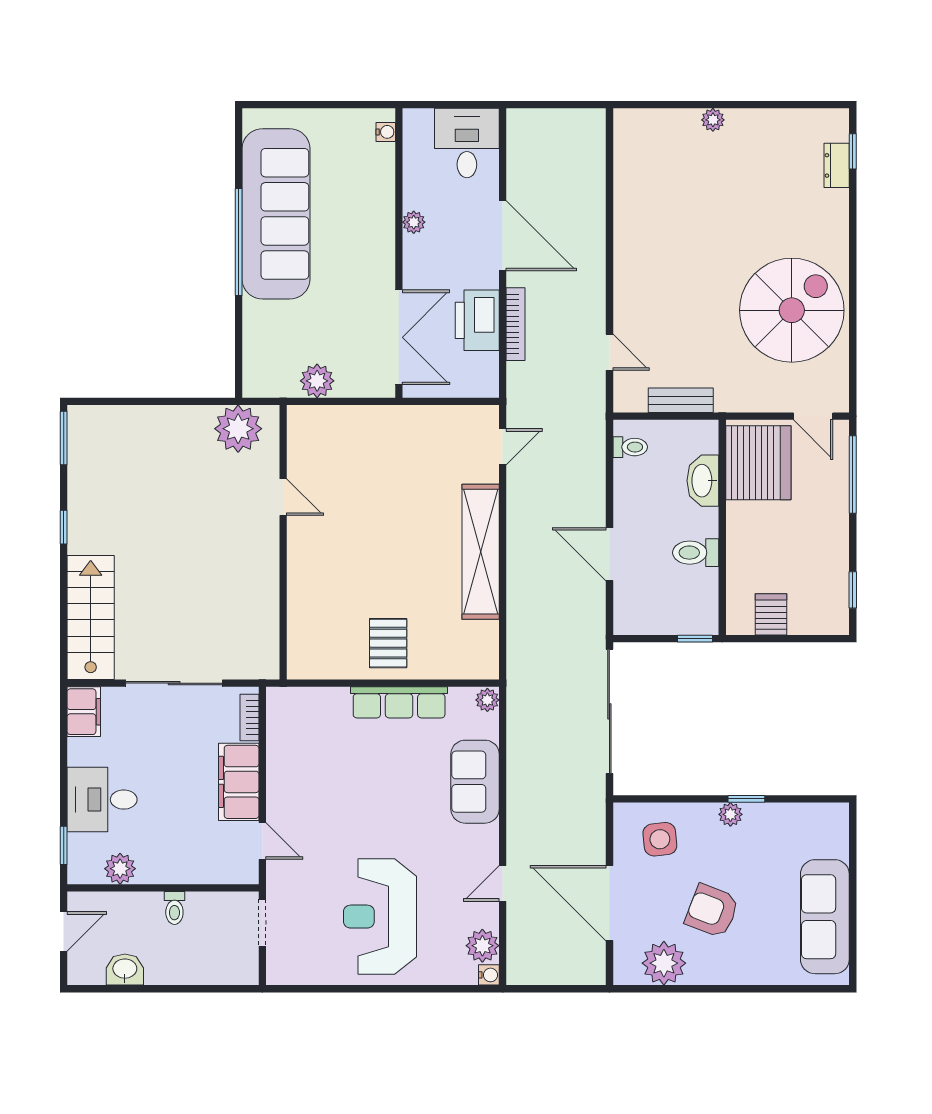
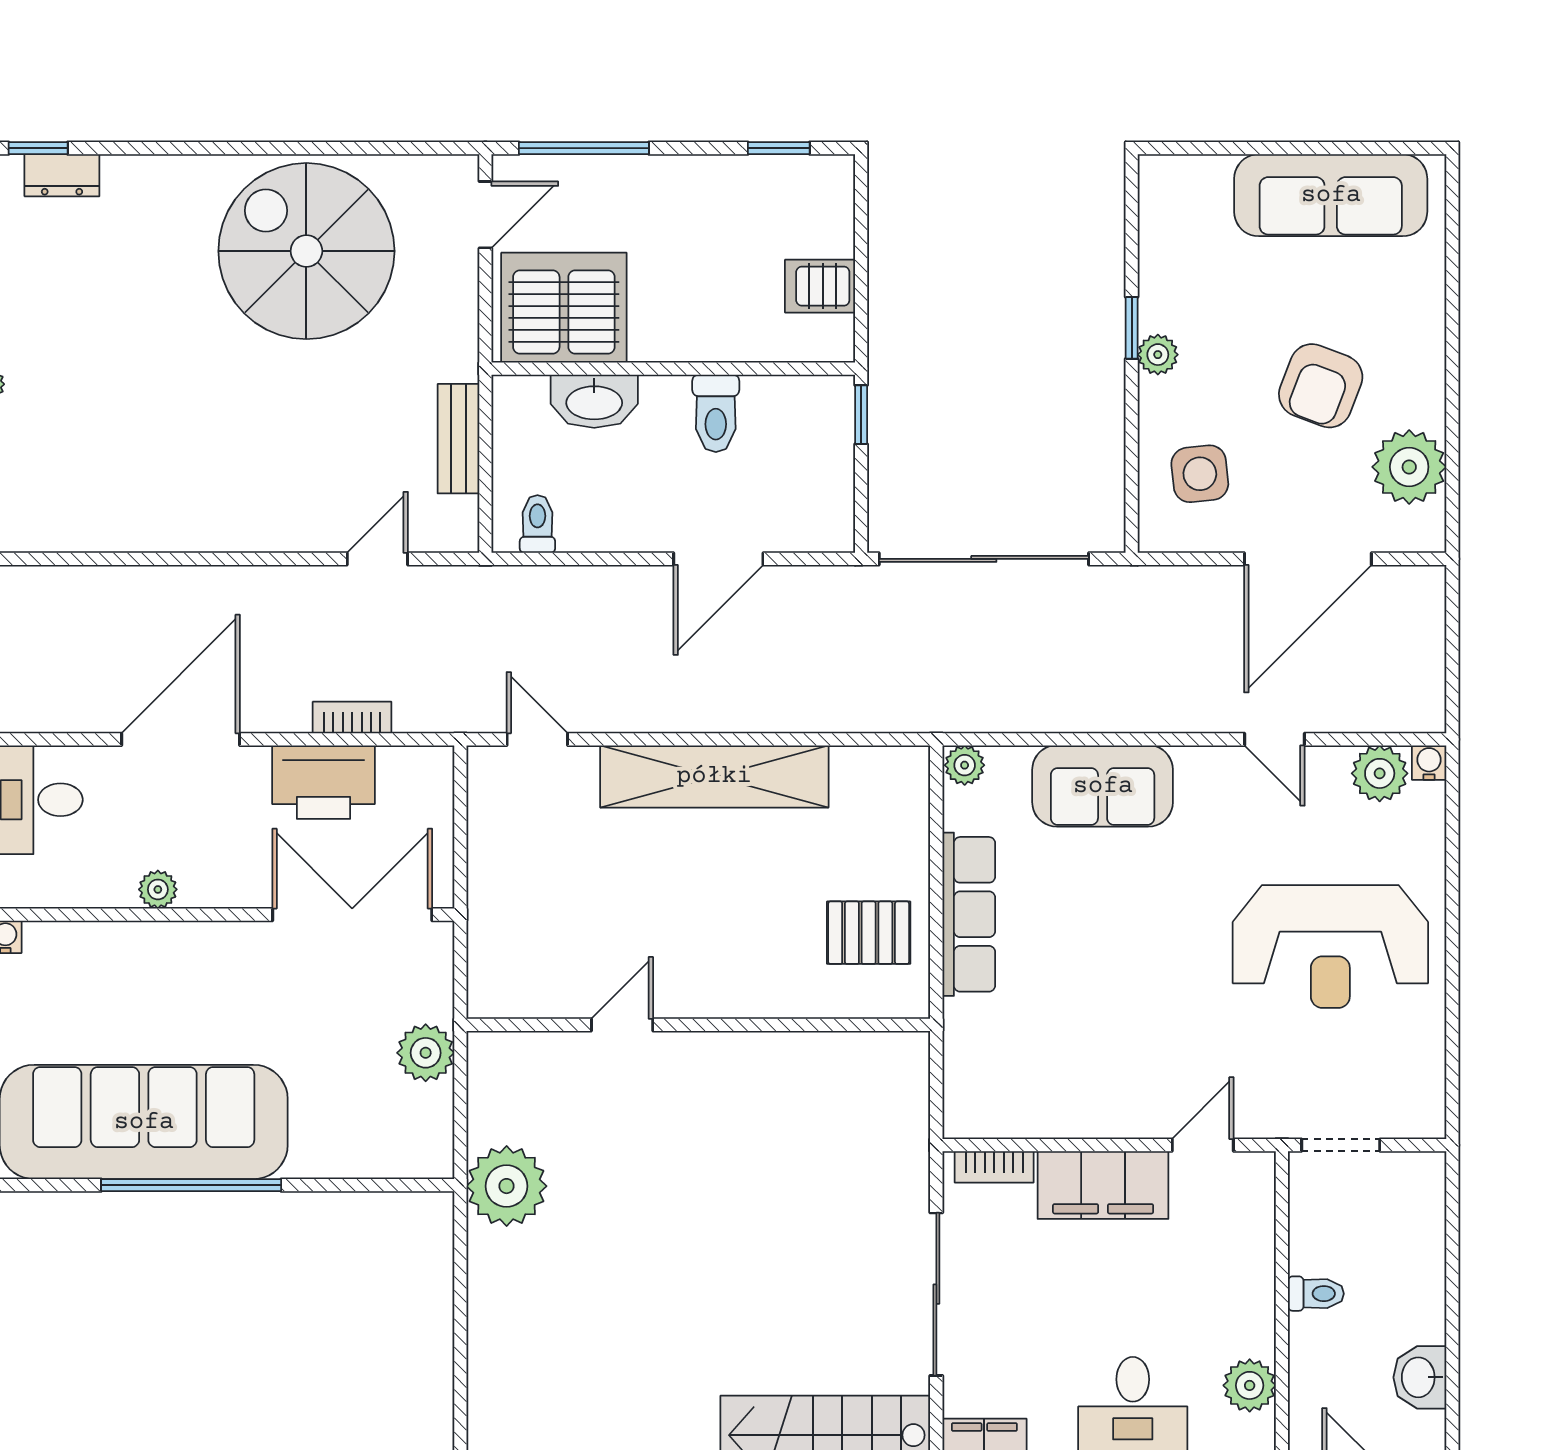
bookcase: (516, 324) -> (352, 717), width x0.64
door: (283, 497) -> (622, 1025), moved
wall: (283, 542) -> (698, 1025), moved

